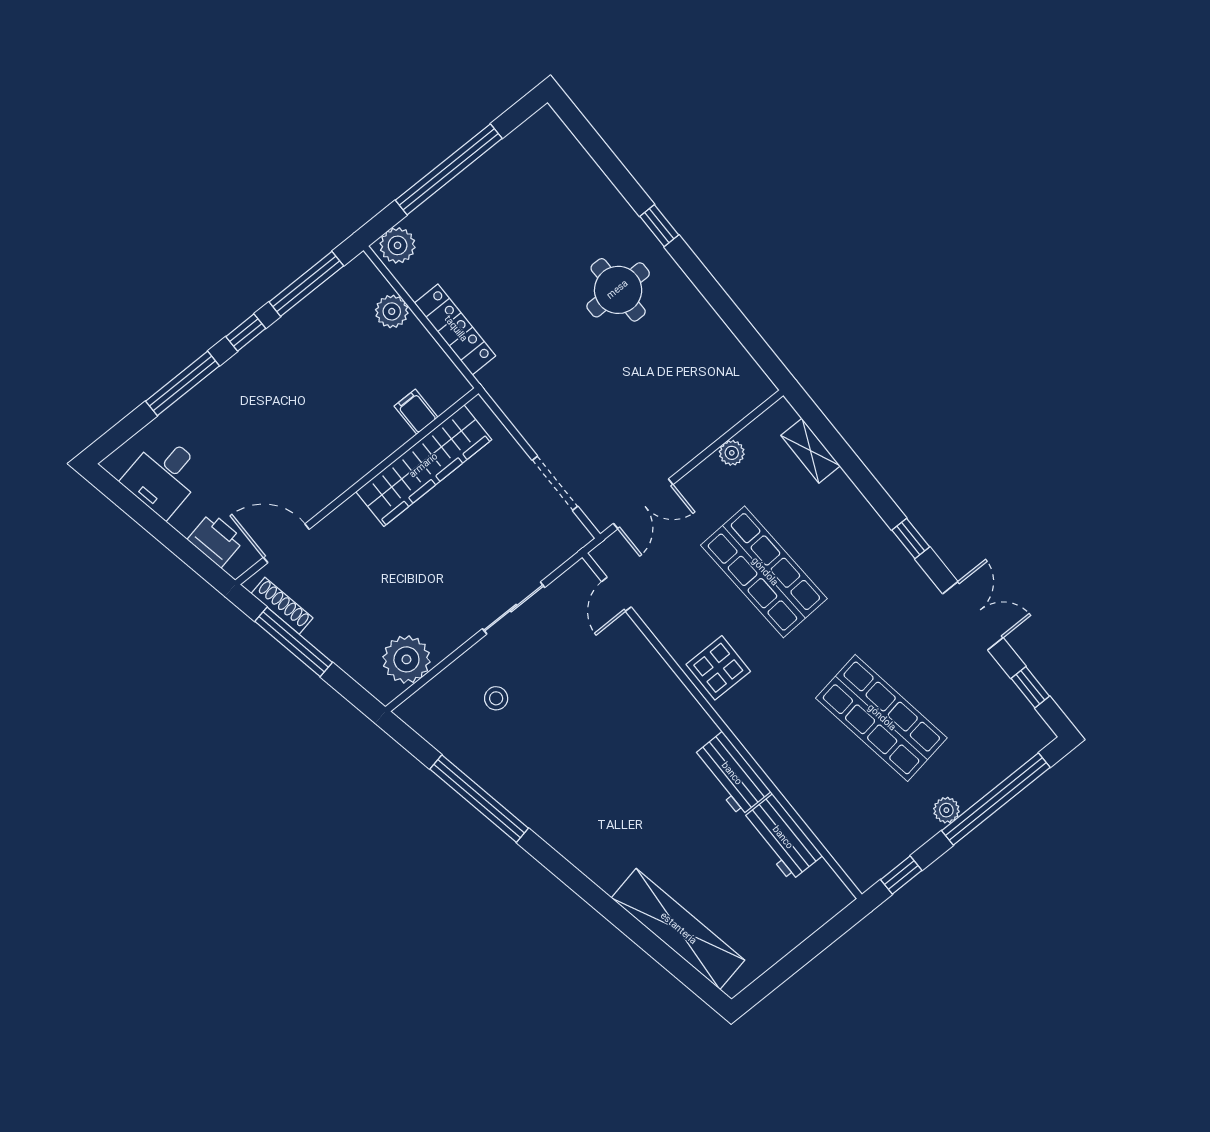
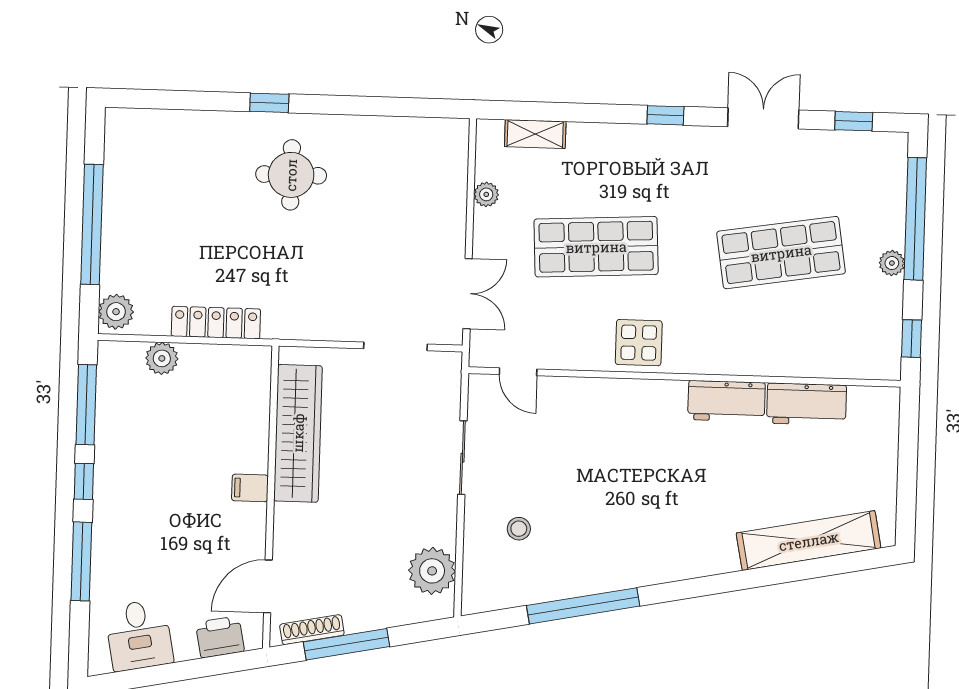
filing cabinet: (416, 412) -> (250, 488), moved

